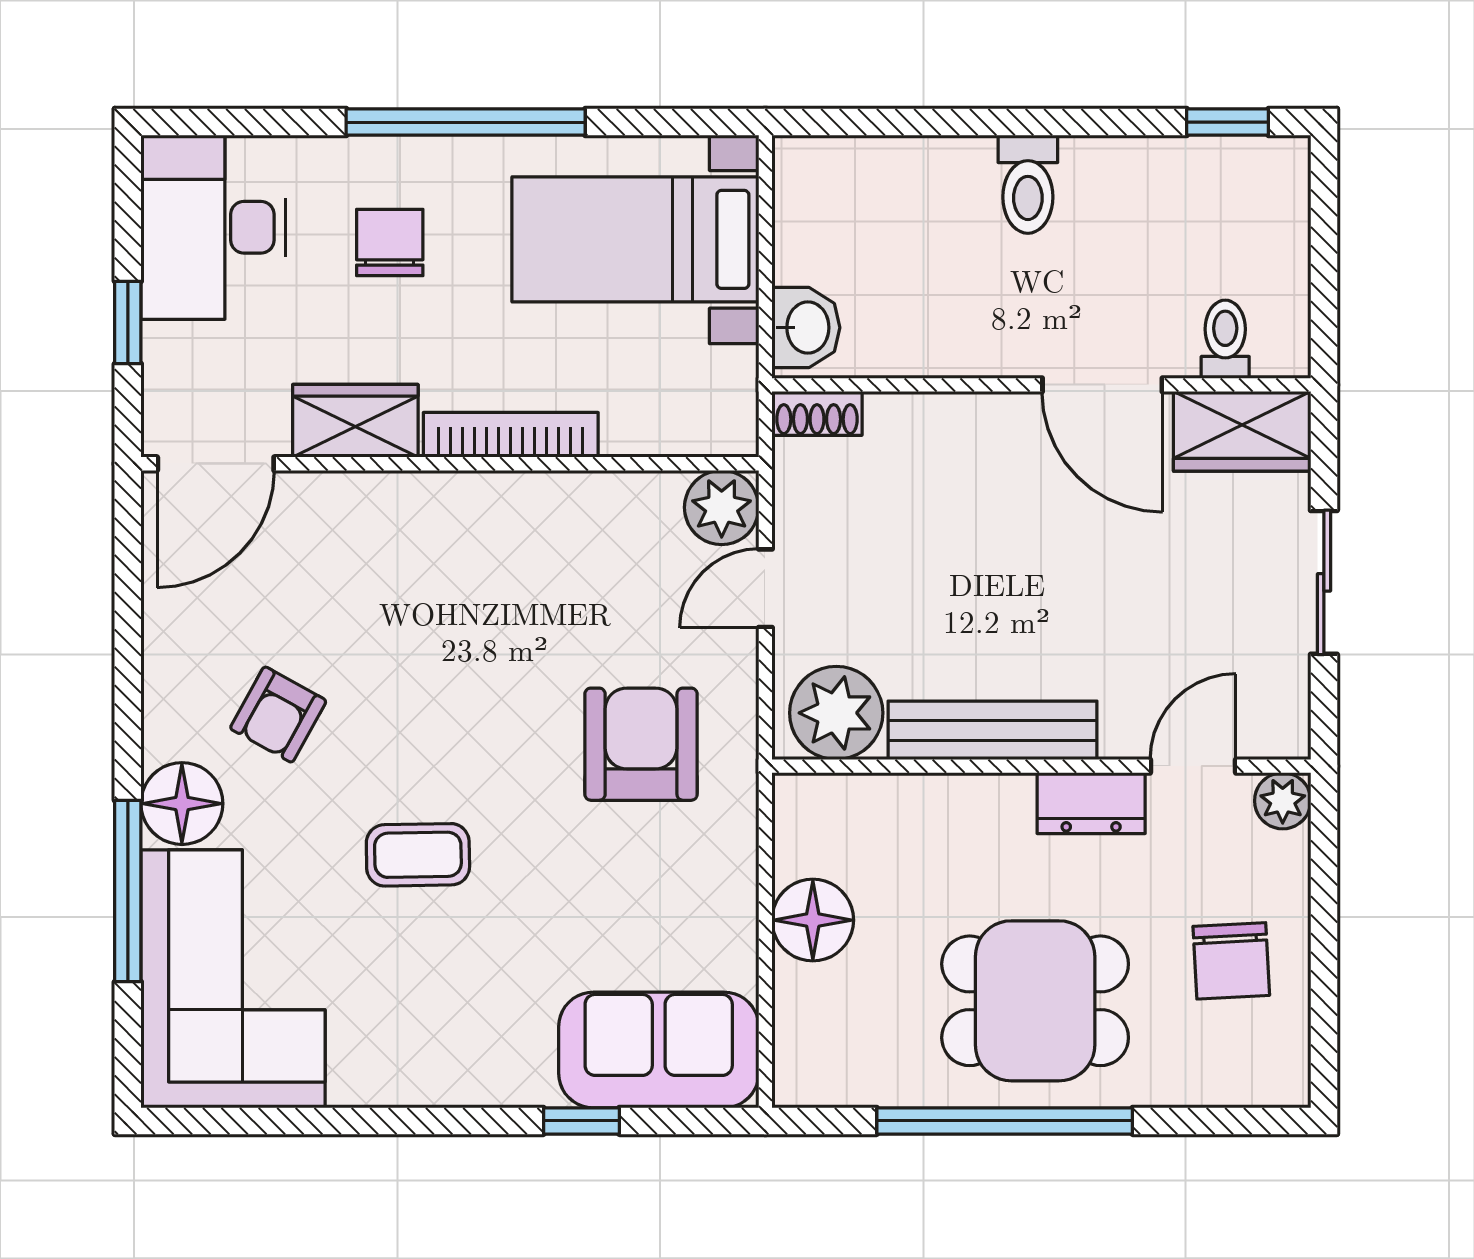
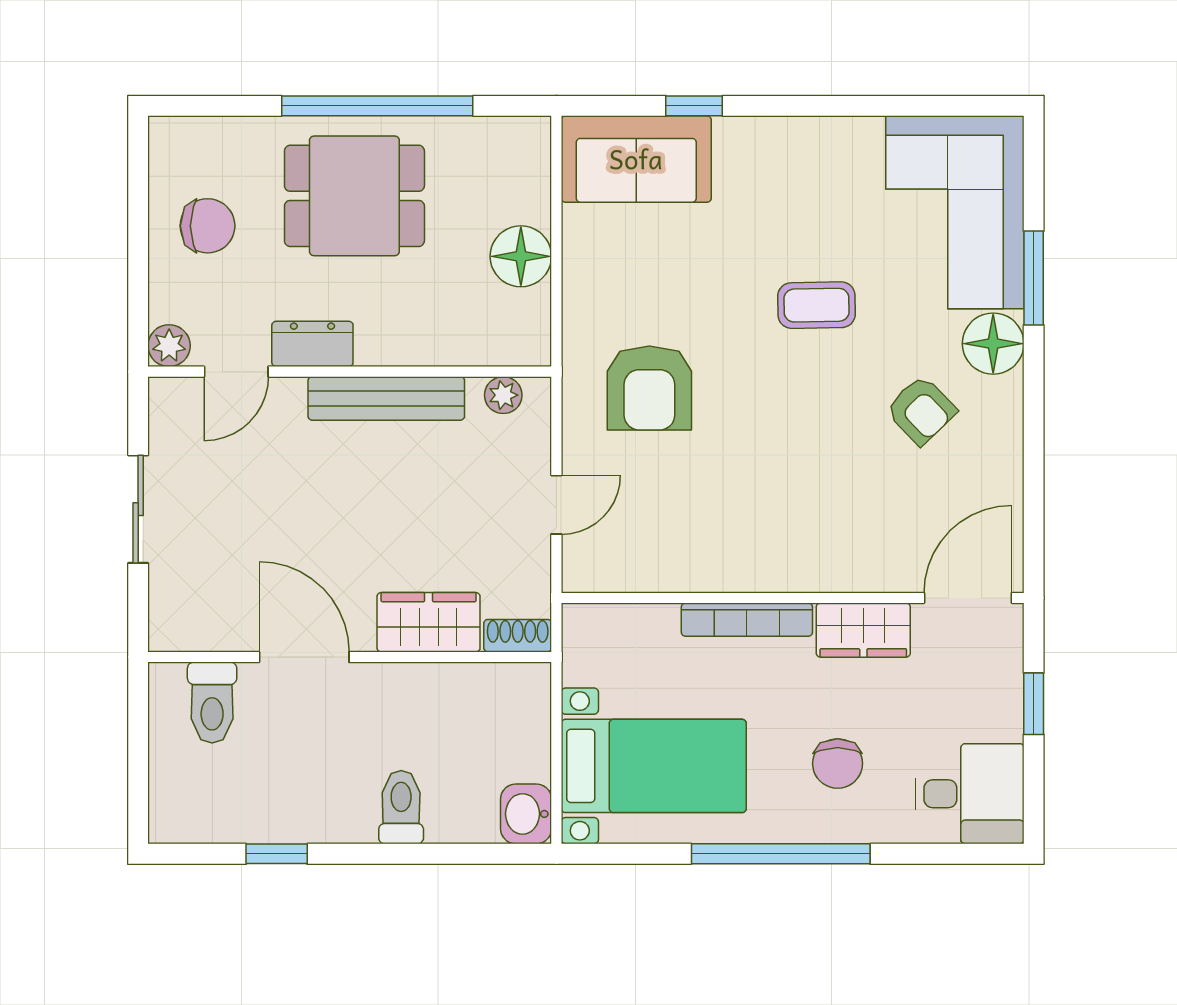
window: (1228, 122) -> (277, 854), moved
toilet: (1028, 184) -> (401, 807), moved
desk: (213, 227) -> (970, 794), width x0.73
washbasin: (806, 328) -> (526, 814), moved
toilet: (1225, 339) -> (212, 702), width x1.37, depth x1.39
wardrobe: (1242, 431) -> (429, 622), moved
plant: (722, 507) -> (589, 565), removed
plant: (836, 713) -> (503, 395), width x0.53, depth x0.53
armchair: (278, 715) -> (921, 410), turned 107
window: (128, 891) -> (1034, 278), width x0.69
chair: (1231, 961) -> (208, 226), turned 93

